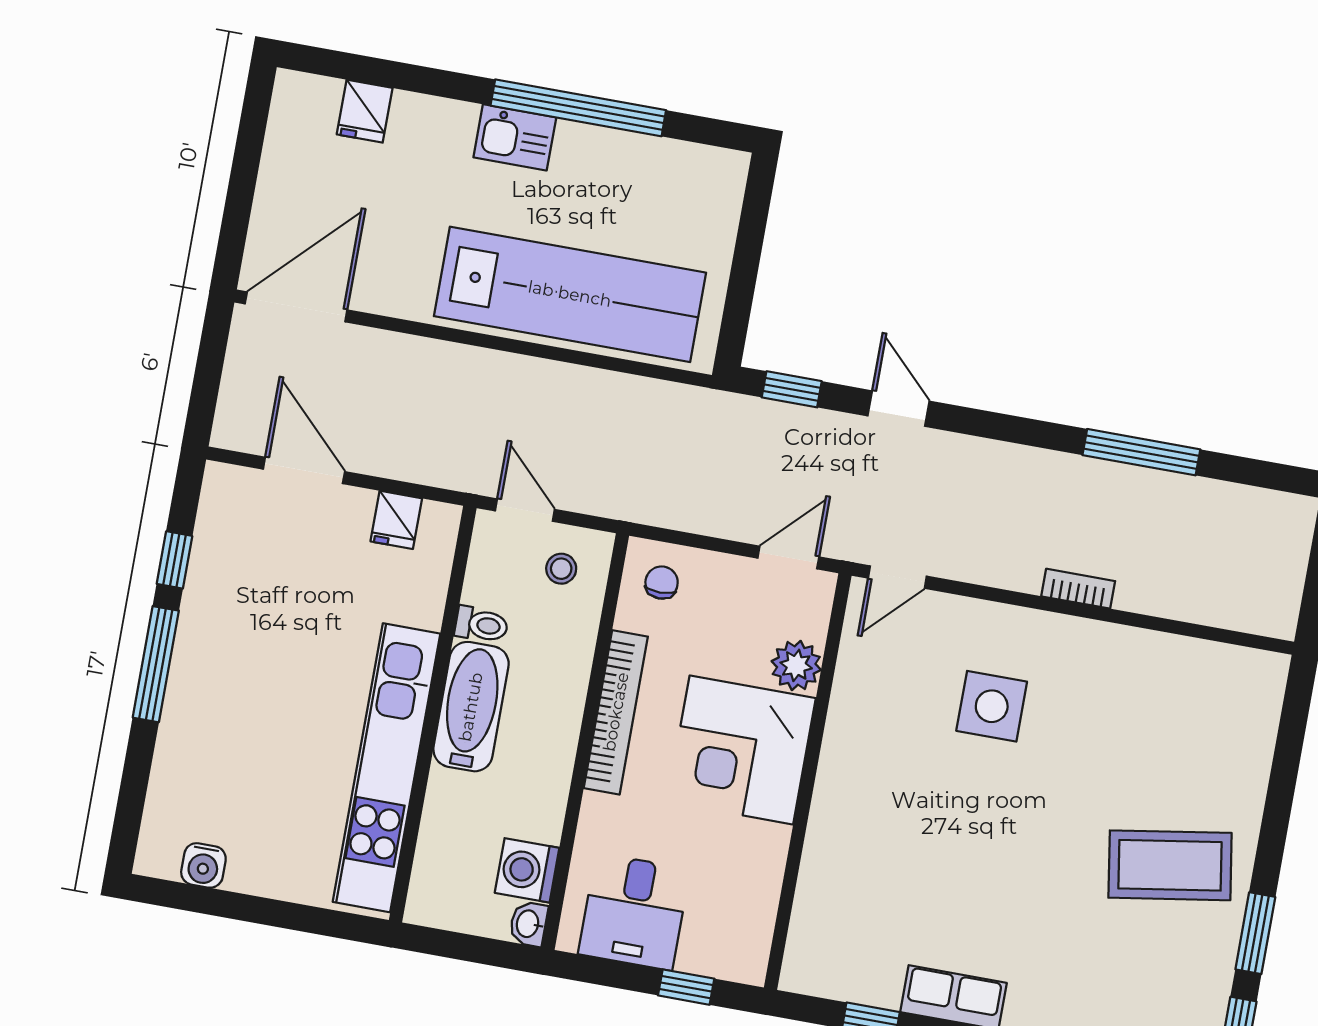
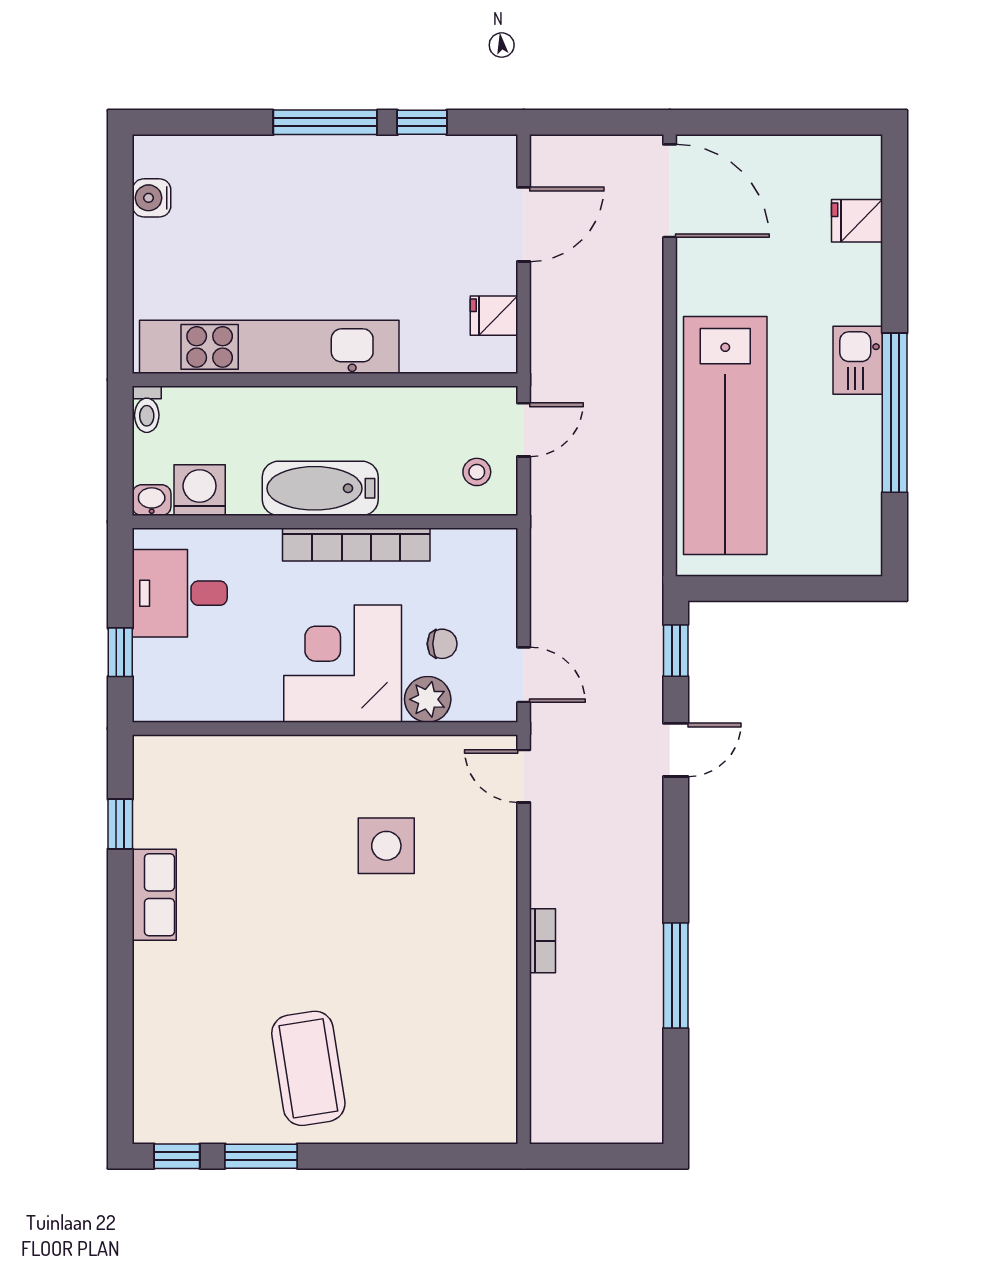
chair: (662, 583) -> (442, 644), moved
toilet: (481, 625) -> (147, 409), moved
side table: (992, 706) -> (386, 846), moved
bathtub: (471, 707) -> (320, 488), moved, turned 180

